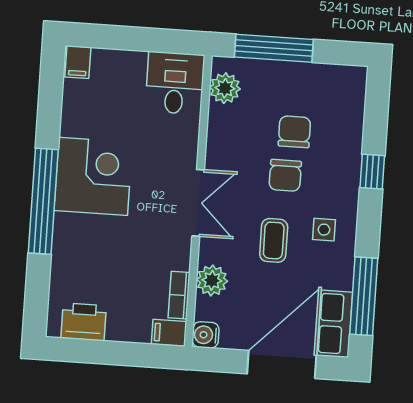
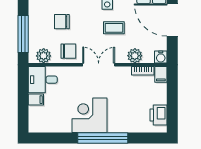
filing cabinet: (78, 62) -> (36, 100), moved
chair: (285, 175) -> (68, 51), moved

